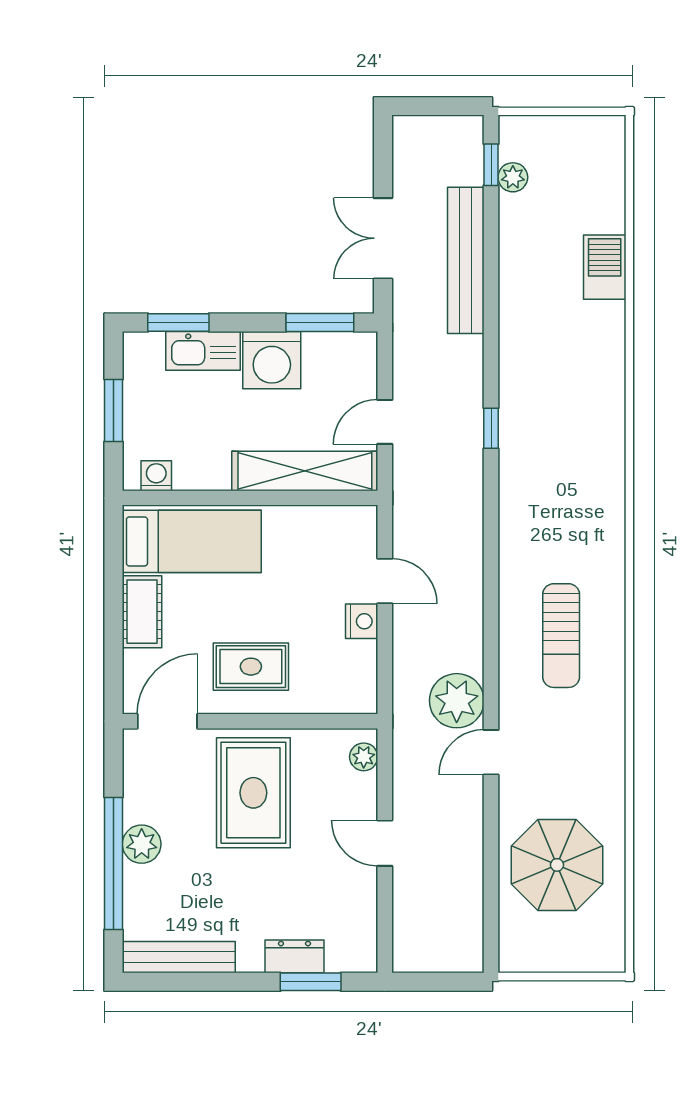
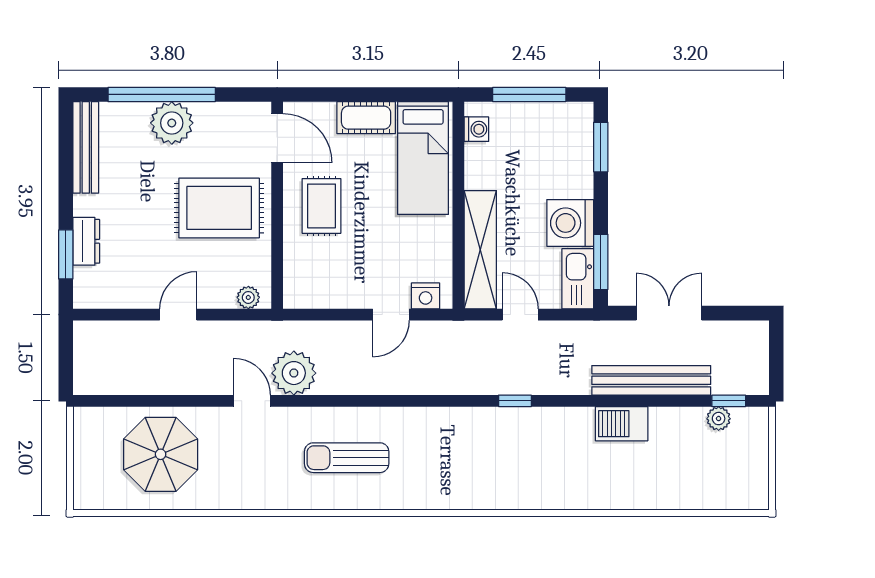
barbecue: (605, 267) -> (622, 424), moved, turned 180
kitchen sink: (203, 351) -> (578, 279), moved
window: (114, 411) -> (529, 94), width x1.44
nightstand: (362, 621) -> (426, 296), moved
plant: (142, 844) -> (172, 123), width x1.36, depth x1.36

